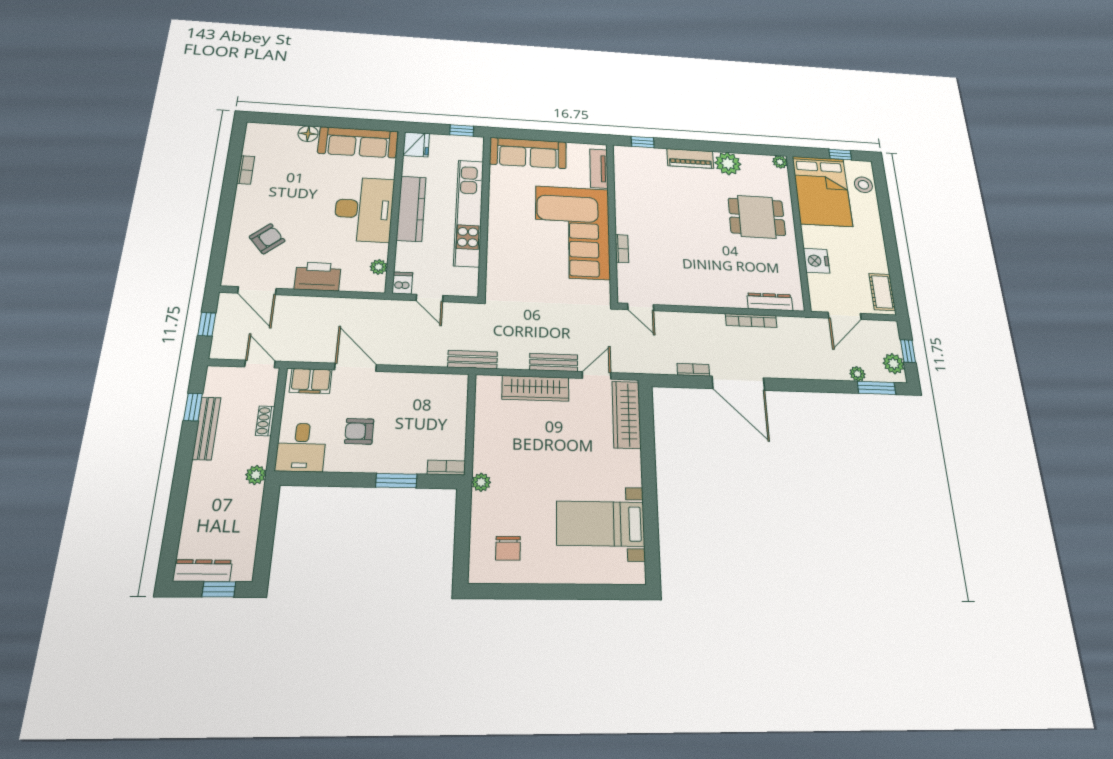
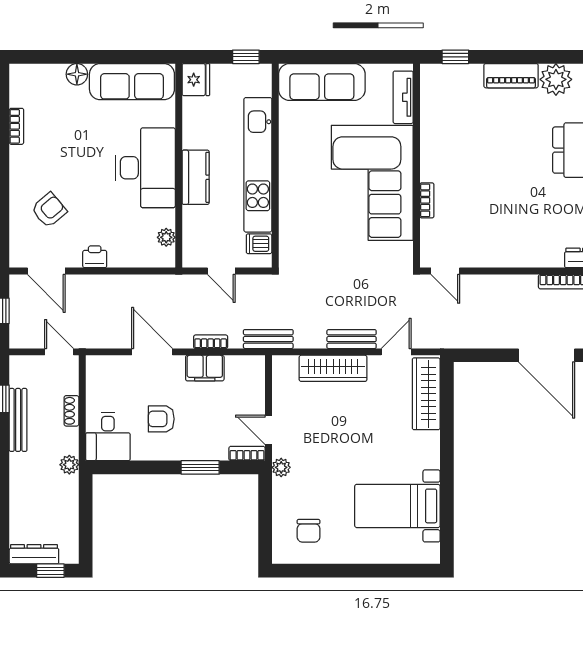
kitchen counter: (411, 209) -> (196, 177), width x0.67
printer: (318, 276) -> (95, 257), width x0.53, depth x0.68
dishwasher: (402, 283) -> (259, 244), moved, turned -90
bookcase: (693, 370) -> (211, 342), moved
filing cabinet: (311, 381) -> (205, 368), moved
door: (469, 445) -> (268, 430), added

